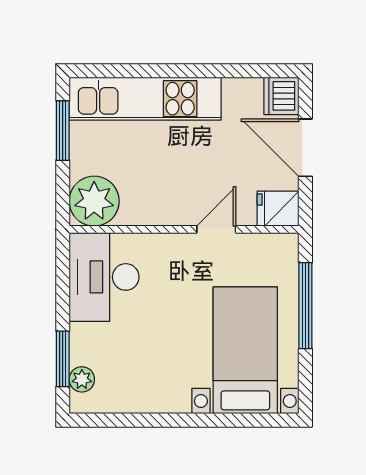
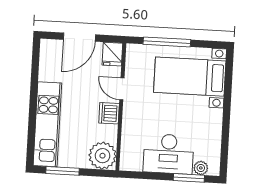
dishwasher: (281, 96) -> (109, 113), moved, turned 90
desk: (104, 277) -> (168, 154), moved

